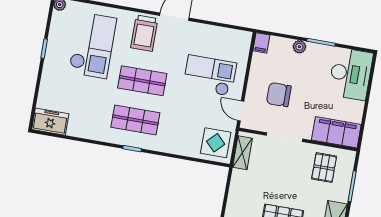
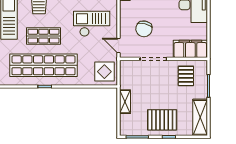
chair: (279, 95) -> (144, 29), turned -76
shop shelf: (135, 120) -> (43, 65), width x2.00, depth x1.36
shelving: (242, 153) -> (125, 102), moved

